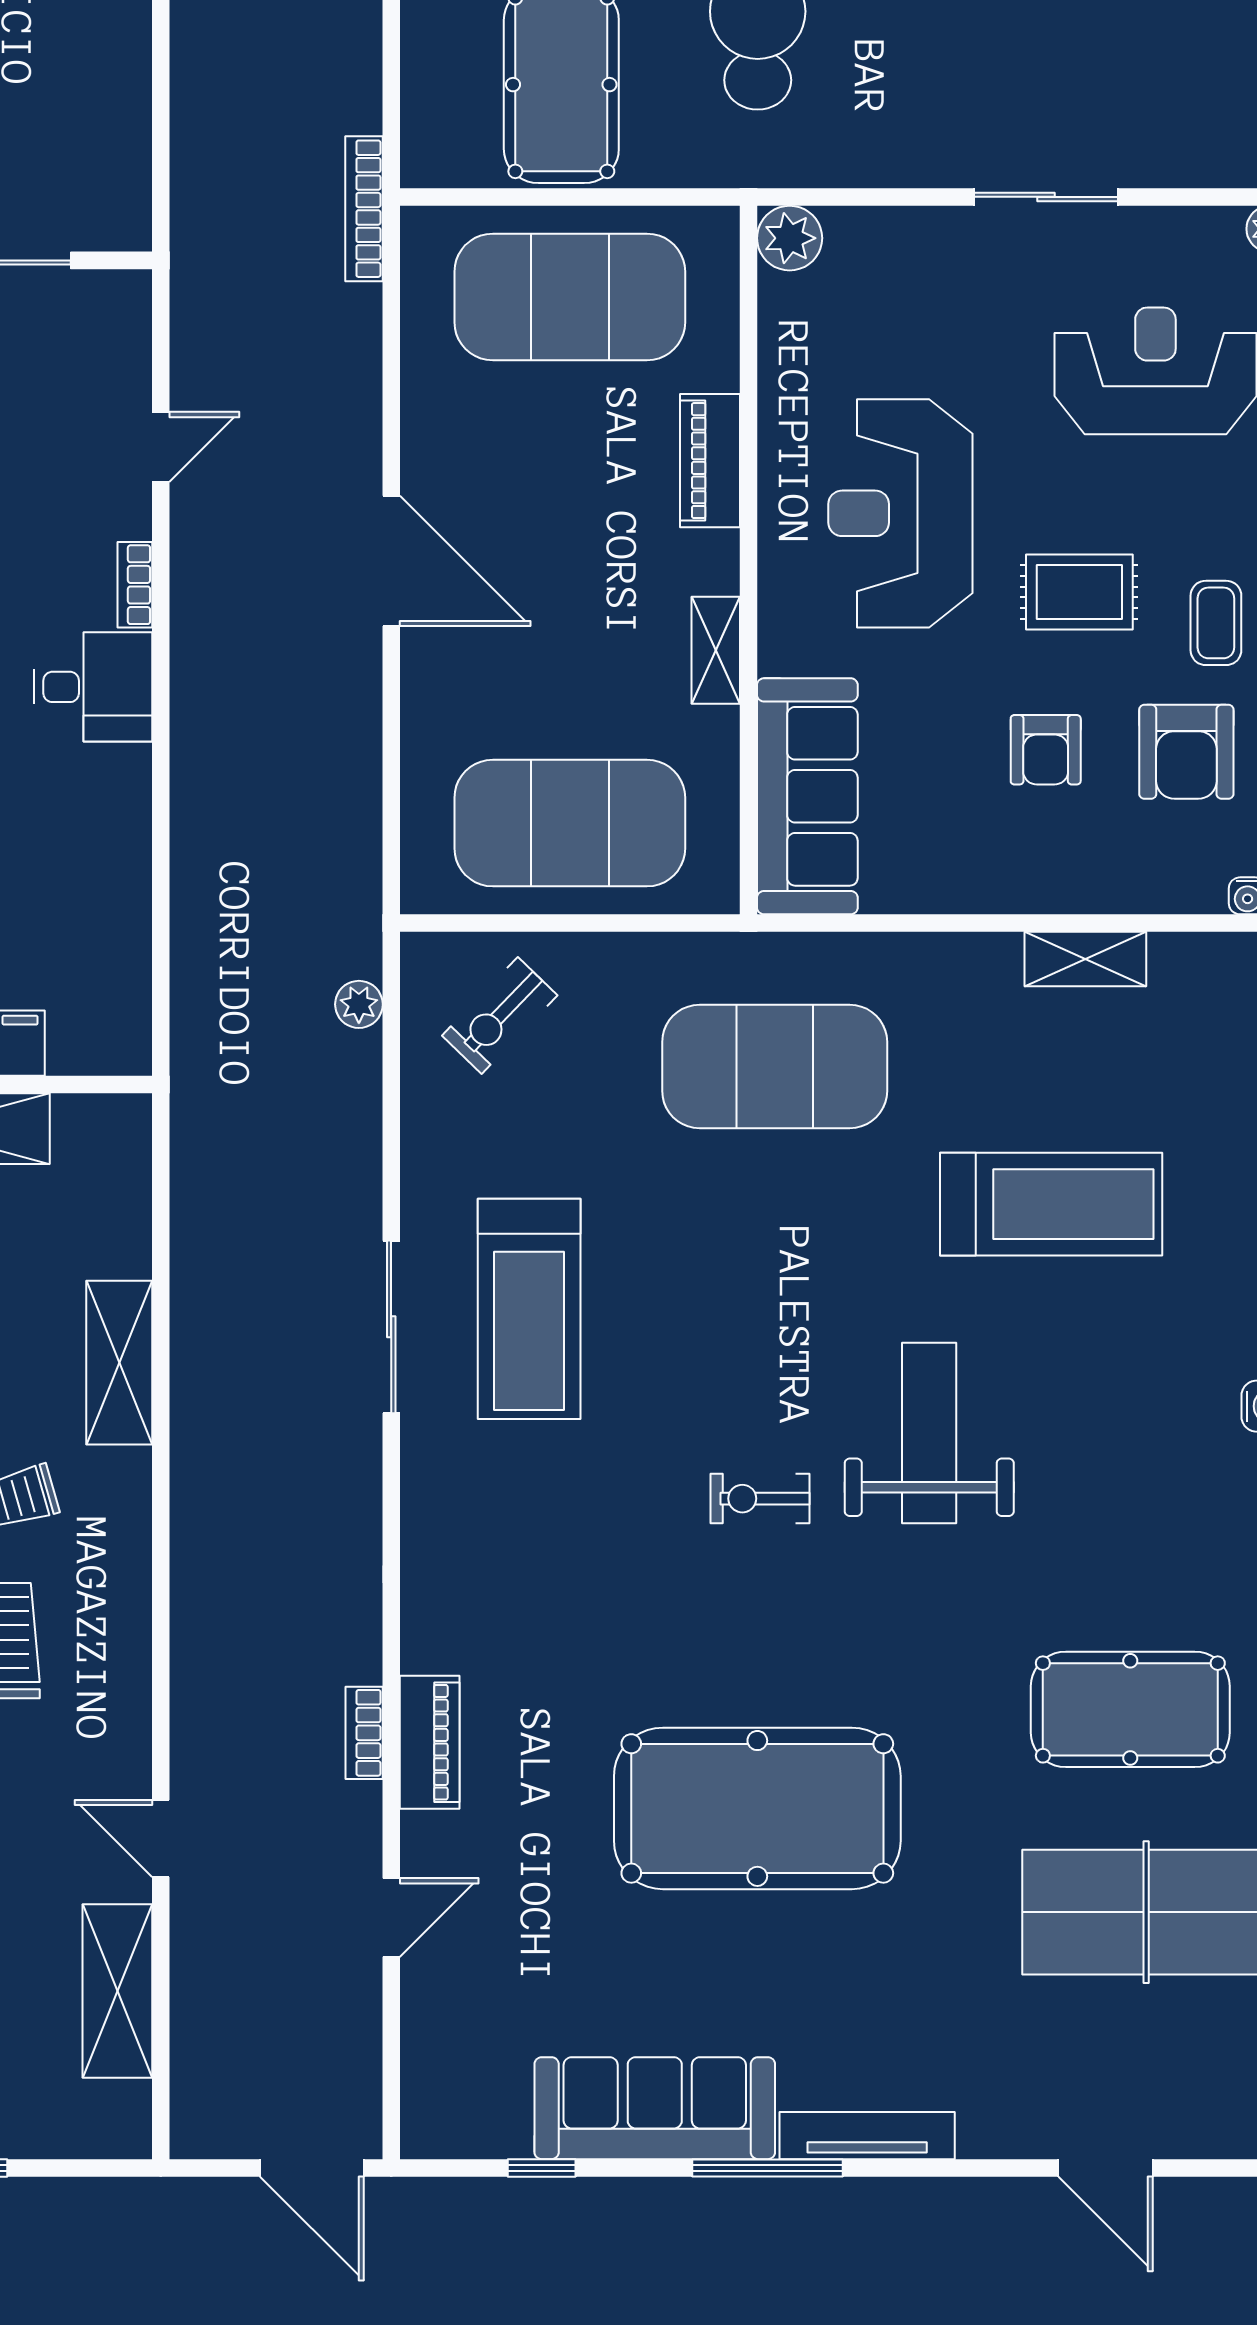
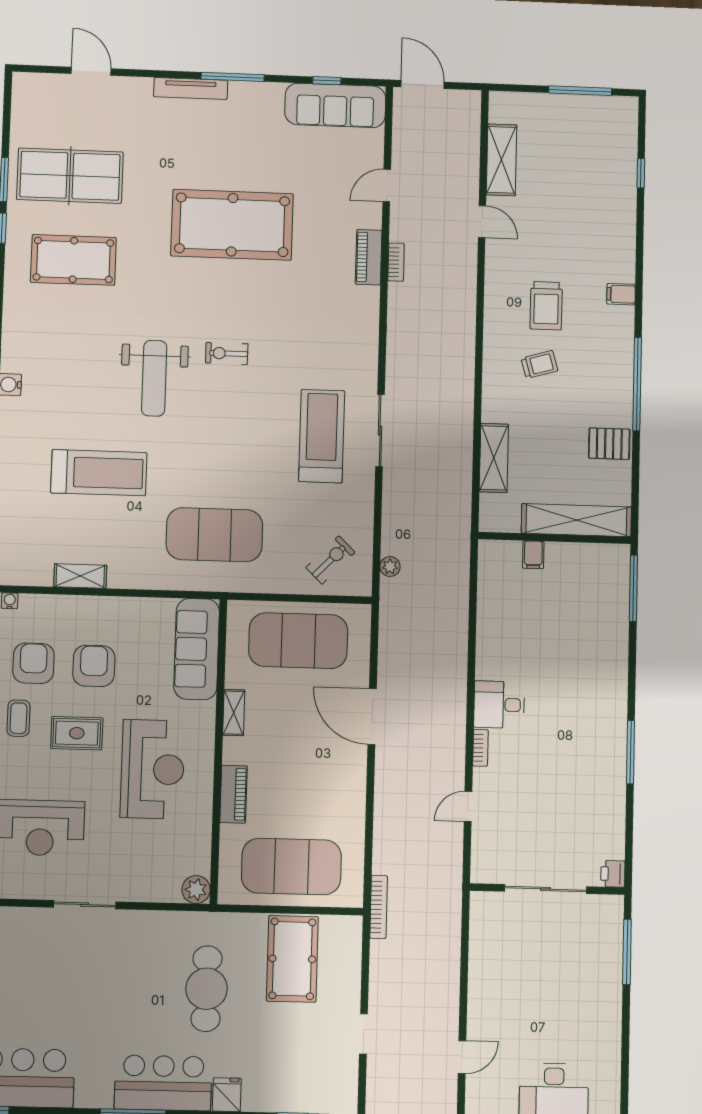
door: (391, 561) -> (372, 717), moved
armchair: (1046, 750) -> (94, 666), width x1.38, depth x1.38
treadmill: (1051, 1204) -> (99, 473), turned 180
shelving: (119, 1363) -> (494, 458), moved
exercise bike: (760, 1499) -> (227, 353), turned 180
sofa: (655, 2108) -> (335, 105), moved

